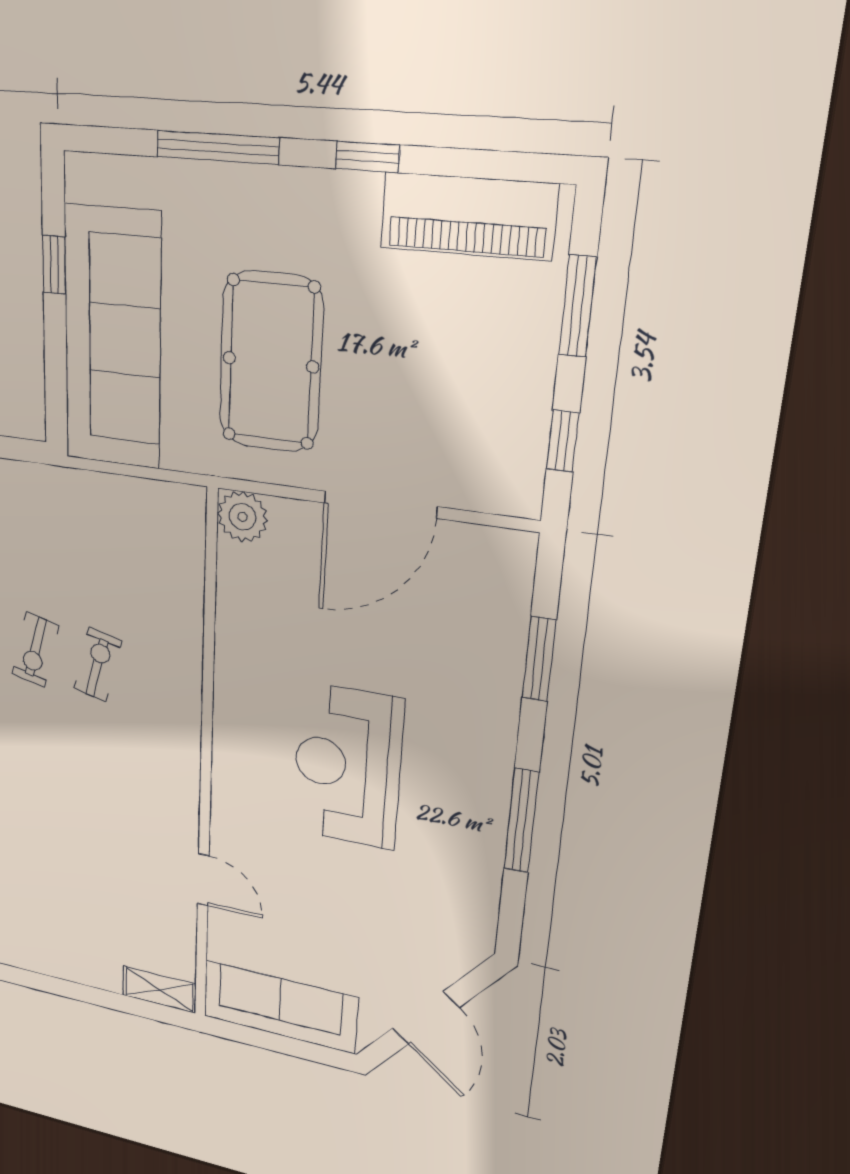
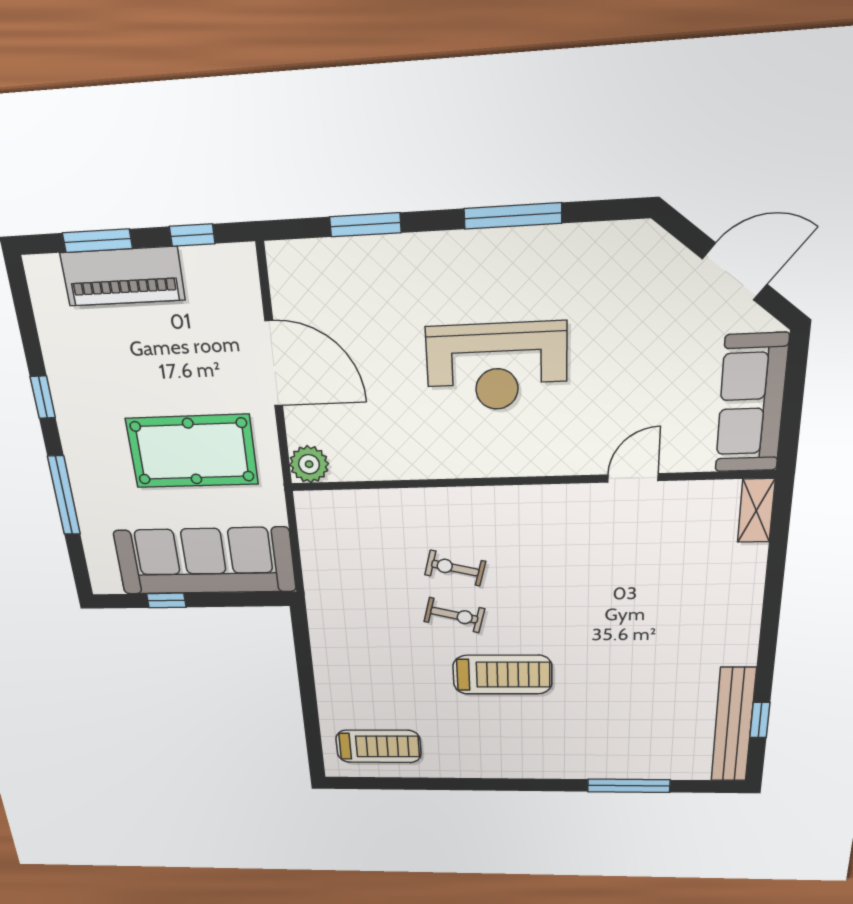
piano: (468, 216) -> (123, 276), moved, turned 90

